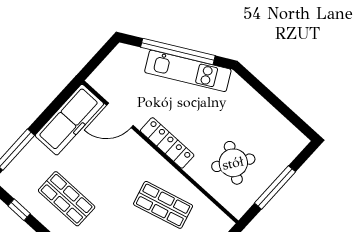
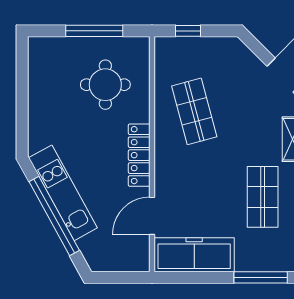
door: (120, 115) -> (152, 216), swing flipped
round table: (233, 163) -> (105, 85), turned -35

